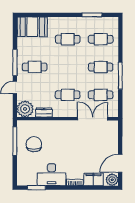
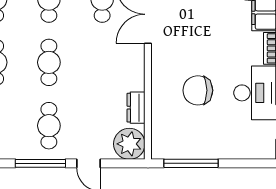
cafe table: (68, 95) -> (49, 62), moved
chair: (34, 144) -> (198, 90), moved

